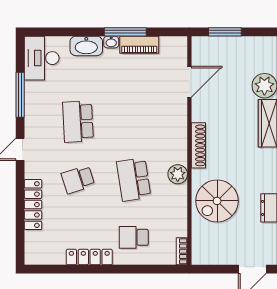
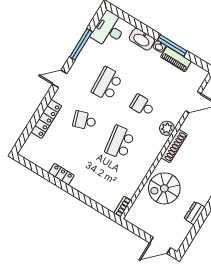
plant: (178, 174) -> (167, 128), moved
school desk: (134, 237) -> (142, 106), moved
locker: (89, 257) -> (61, 174), width x0.66

